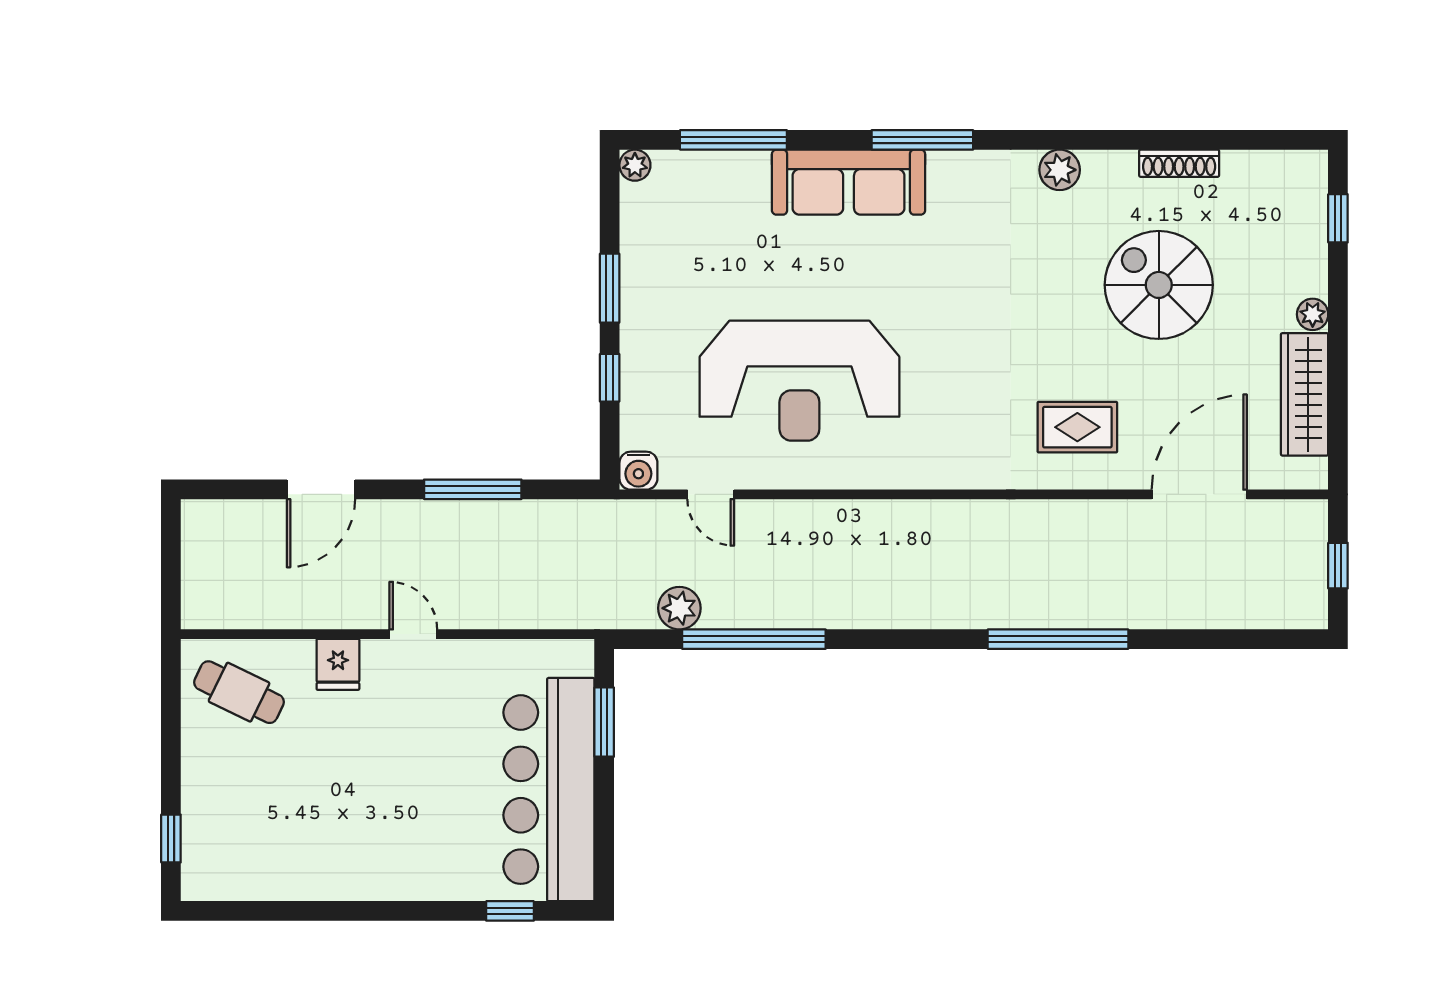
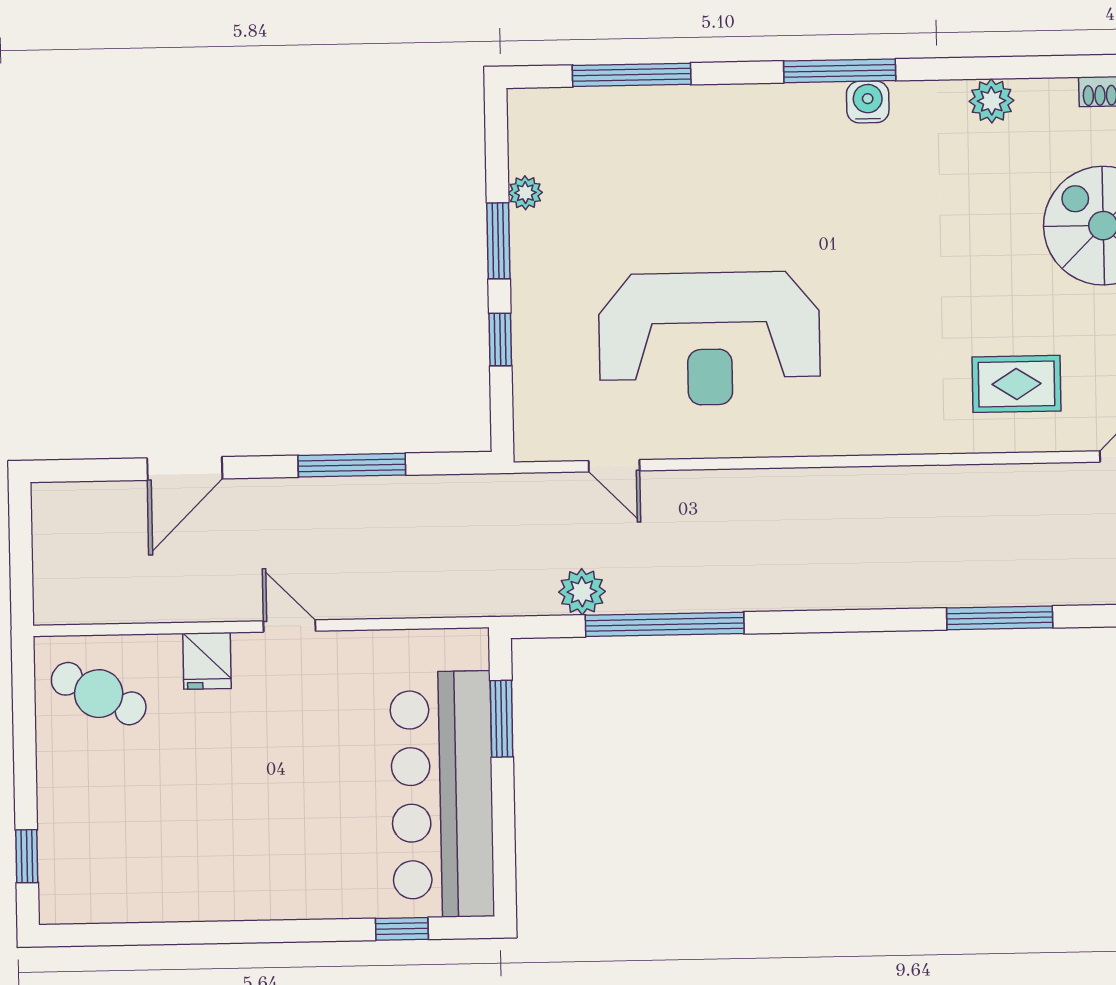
plant: (635, 165) -> (525, 193), moved
sofa: (849, 182) -> (759, 119), removed
water cooler: (638, 471) -> (868, 102), moved, turned 180
window: (1058, 639) -> (1000, 618), width x0.68

